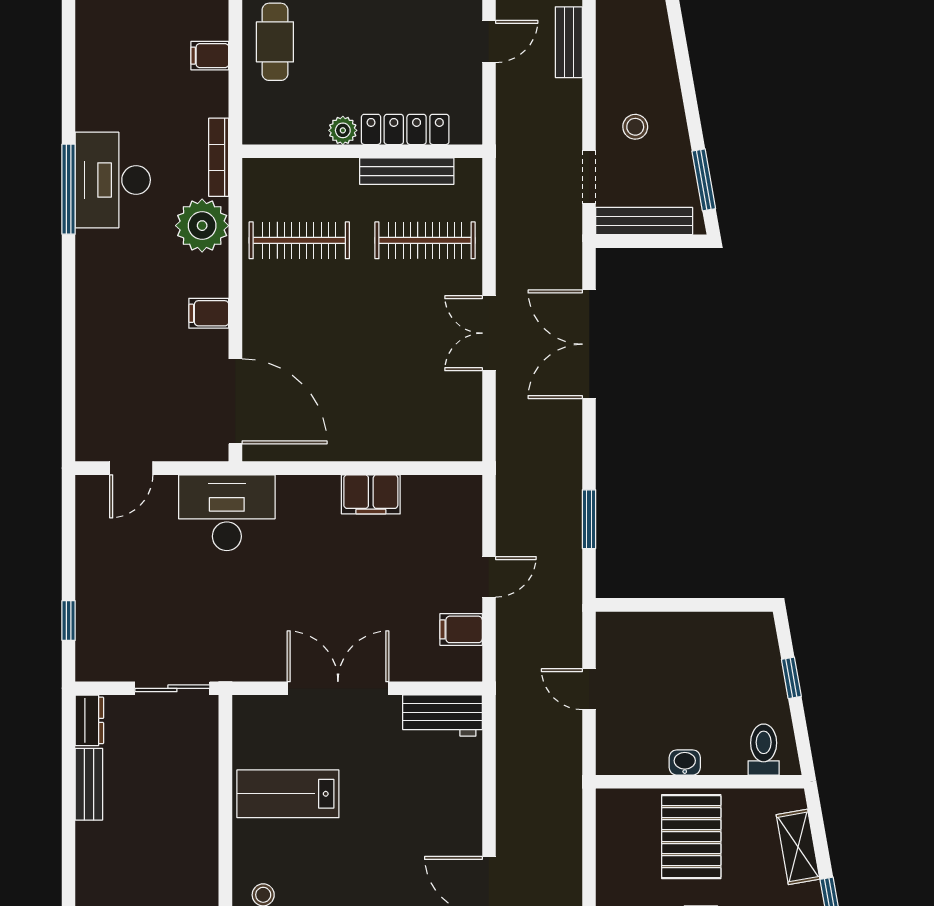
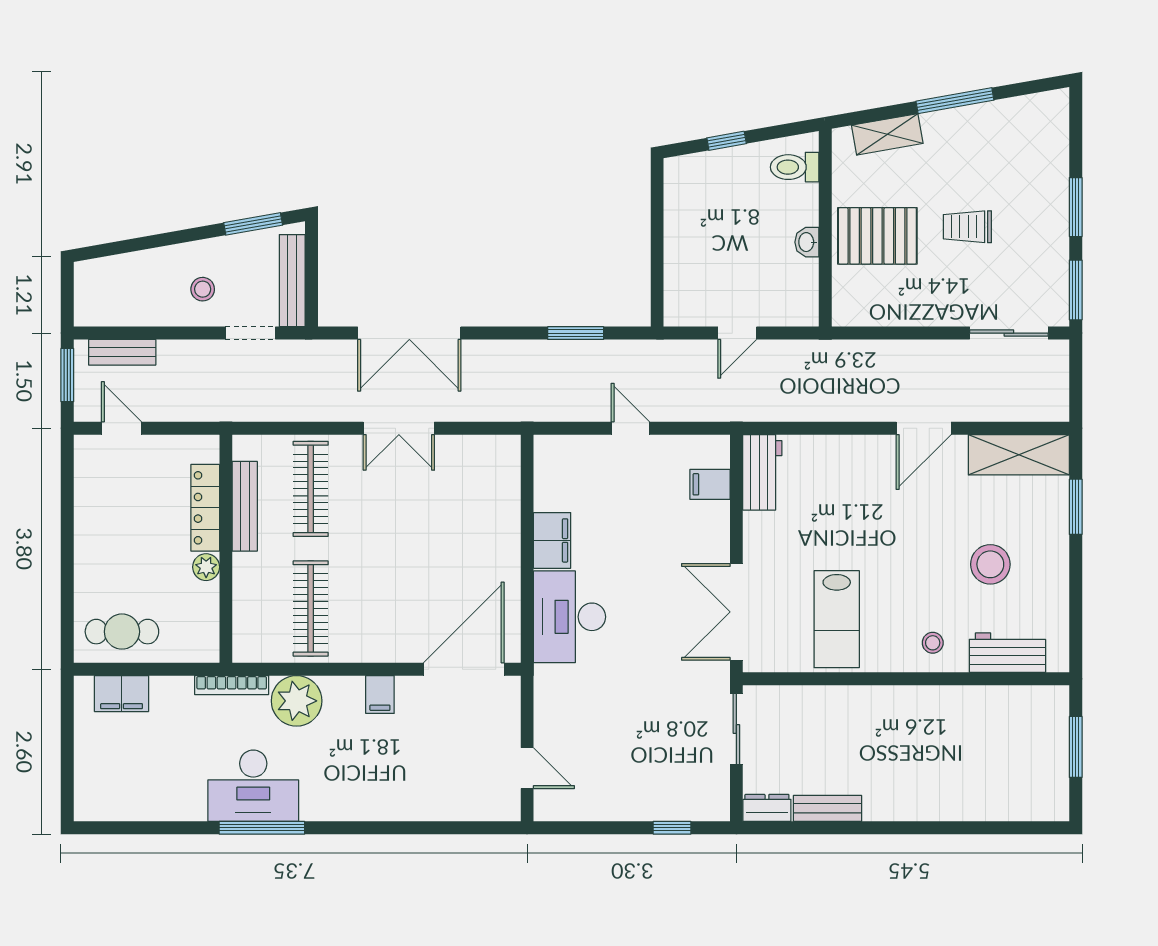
filing cabinet: (210, 56) -> (122, 694), width x2.00
desk: (227, 513) -> (570, 617), moved
filing cabinet: (461, 629) -> (710, 484), moved, turned 90
double door: (338, 688) -> (736, 612), moved

